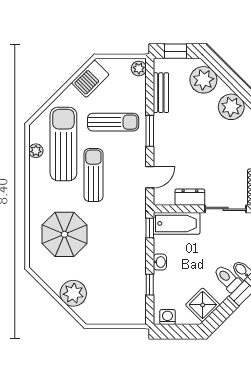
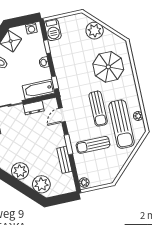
window: (175, 51) -> (63, 199), removed
barbecue: (90, 79) -> (53, 30), moved, turned 135
bench: (161, 93) -> (64, 160), moved

